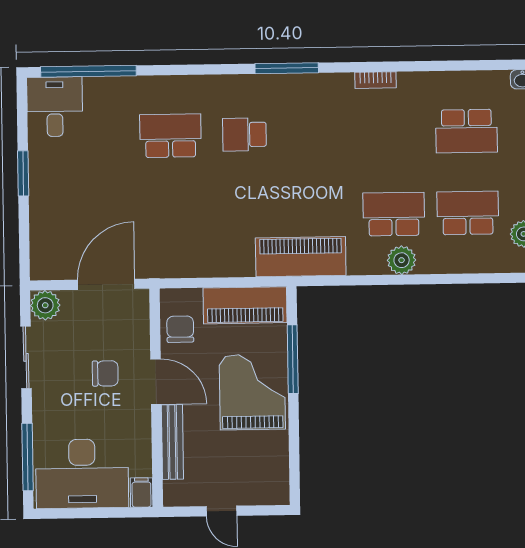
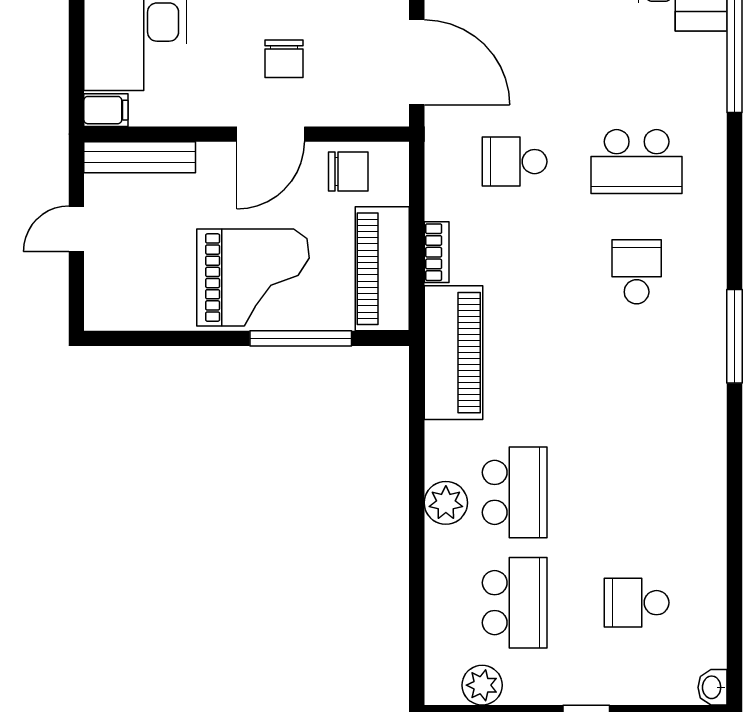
bookcase: (375, 80) -> (437, 252), moved, turned 180
school desk: (467, 131) -> (637, 603), width x0.54
school desk: (170, 136) -> (637, 162), turned 90
school desk: (172, 218) -> (515, 162), added
bench: (172, 442) -> (140, 157), moved

